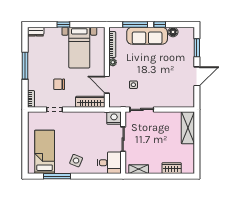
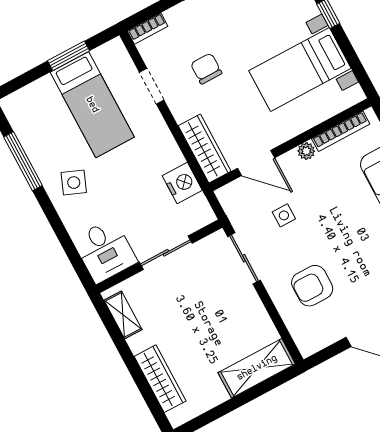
door: (107, 85) -> (256, 163), swing flipped
armchair: (167, 88) -> (312, 286), added
nightstand: (114, 118) -> (182, 183), moved
window: (25, 136) -> (69, 56), added
bed: (45, 152) -> (92, 105), moved, turned 90
wardrobe: (172, 168) -> (160, 379), width x1.50

